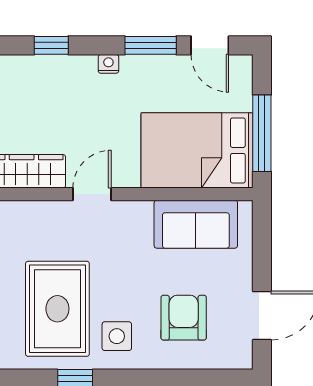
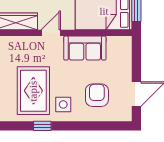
sofa: (196, 224) -> (85, 48), moved

